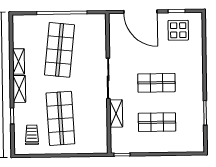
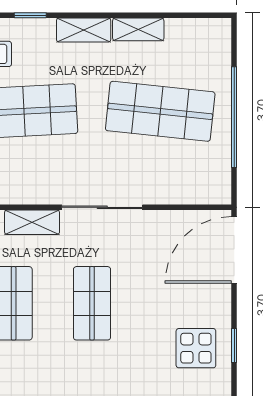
door: (140, 12) -> (234, 250), moved

